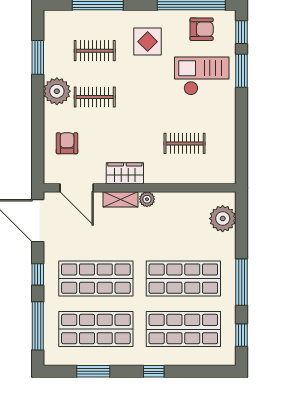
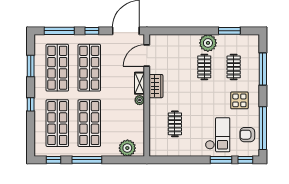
armchair: (202, 29) -> (247, 135), turned 90
armchair: (67, 143) -> (175, 49), removed

